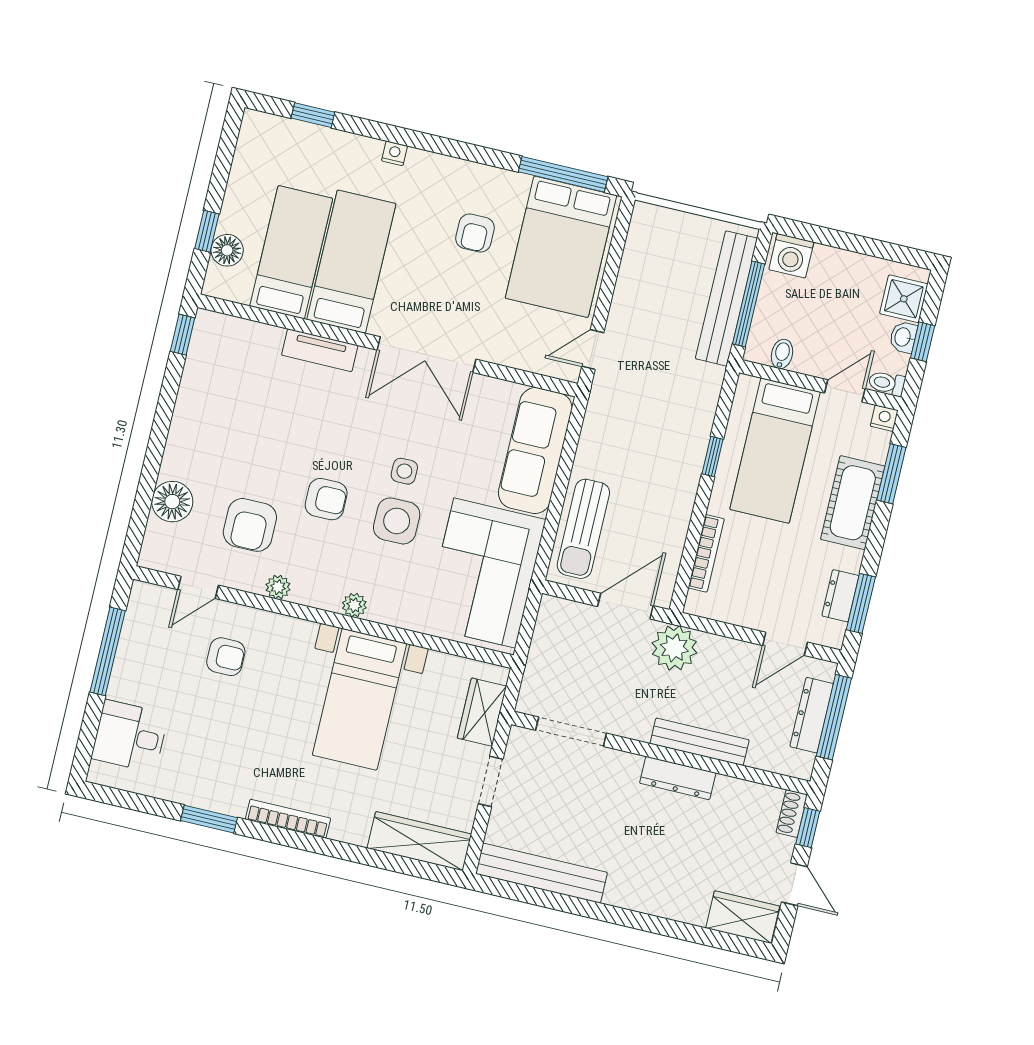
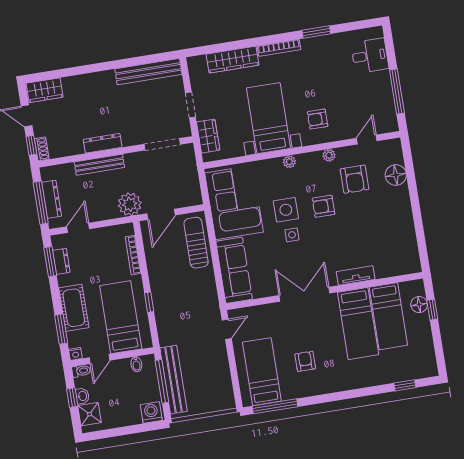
nightstand: (394, 153) -> (359, 383), removed
bed: (561, 247) -> (262, 372), width x0.67
window: (183, 335) -> (424, 256), removed
armchair: (250, 525) -> (354, 179), turned 180
armchair: (226, 657) -> (318, 119), moved
wardrobe: (419, 841) -> (233, 60), moved

